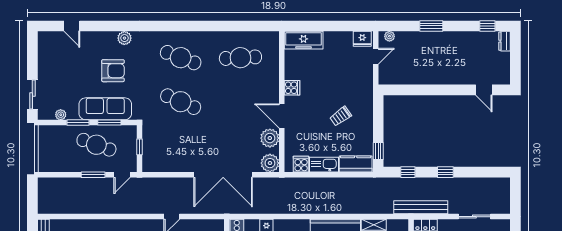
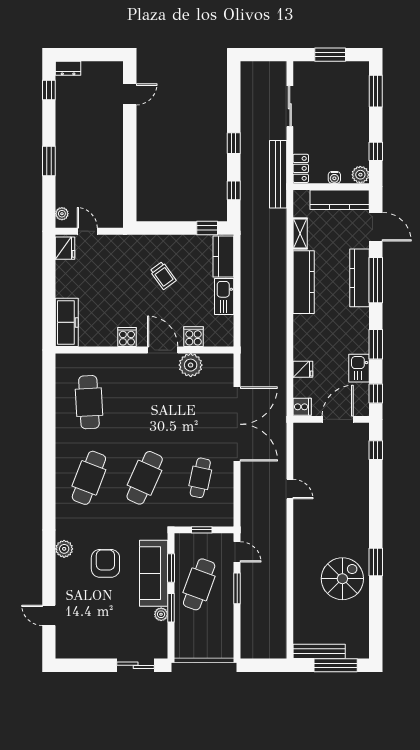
door: (72, 26) -> (49, 615), swing flipped
plant: (61, 115) -> (161, 614), moved
door: (282, 116) -> (163, 350), swing flipped
cafe table: (181, 146) -> (200, 478), added
plant: (270, 163) -> (222, 365), removed
cooker: (301, 164) -> (194, 337), moved, turned 90

